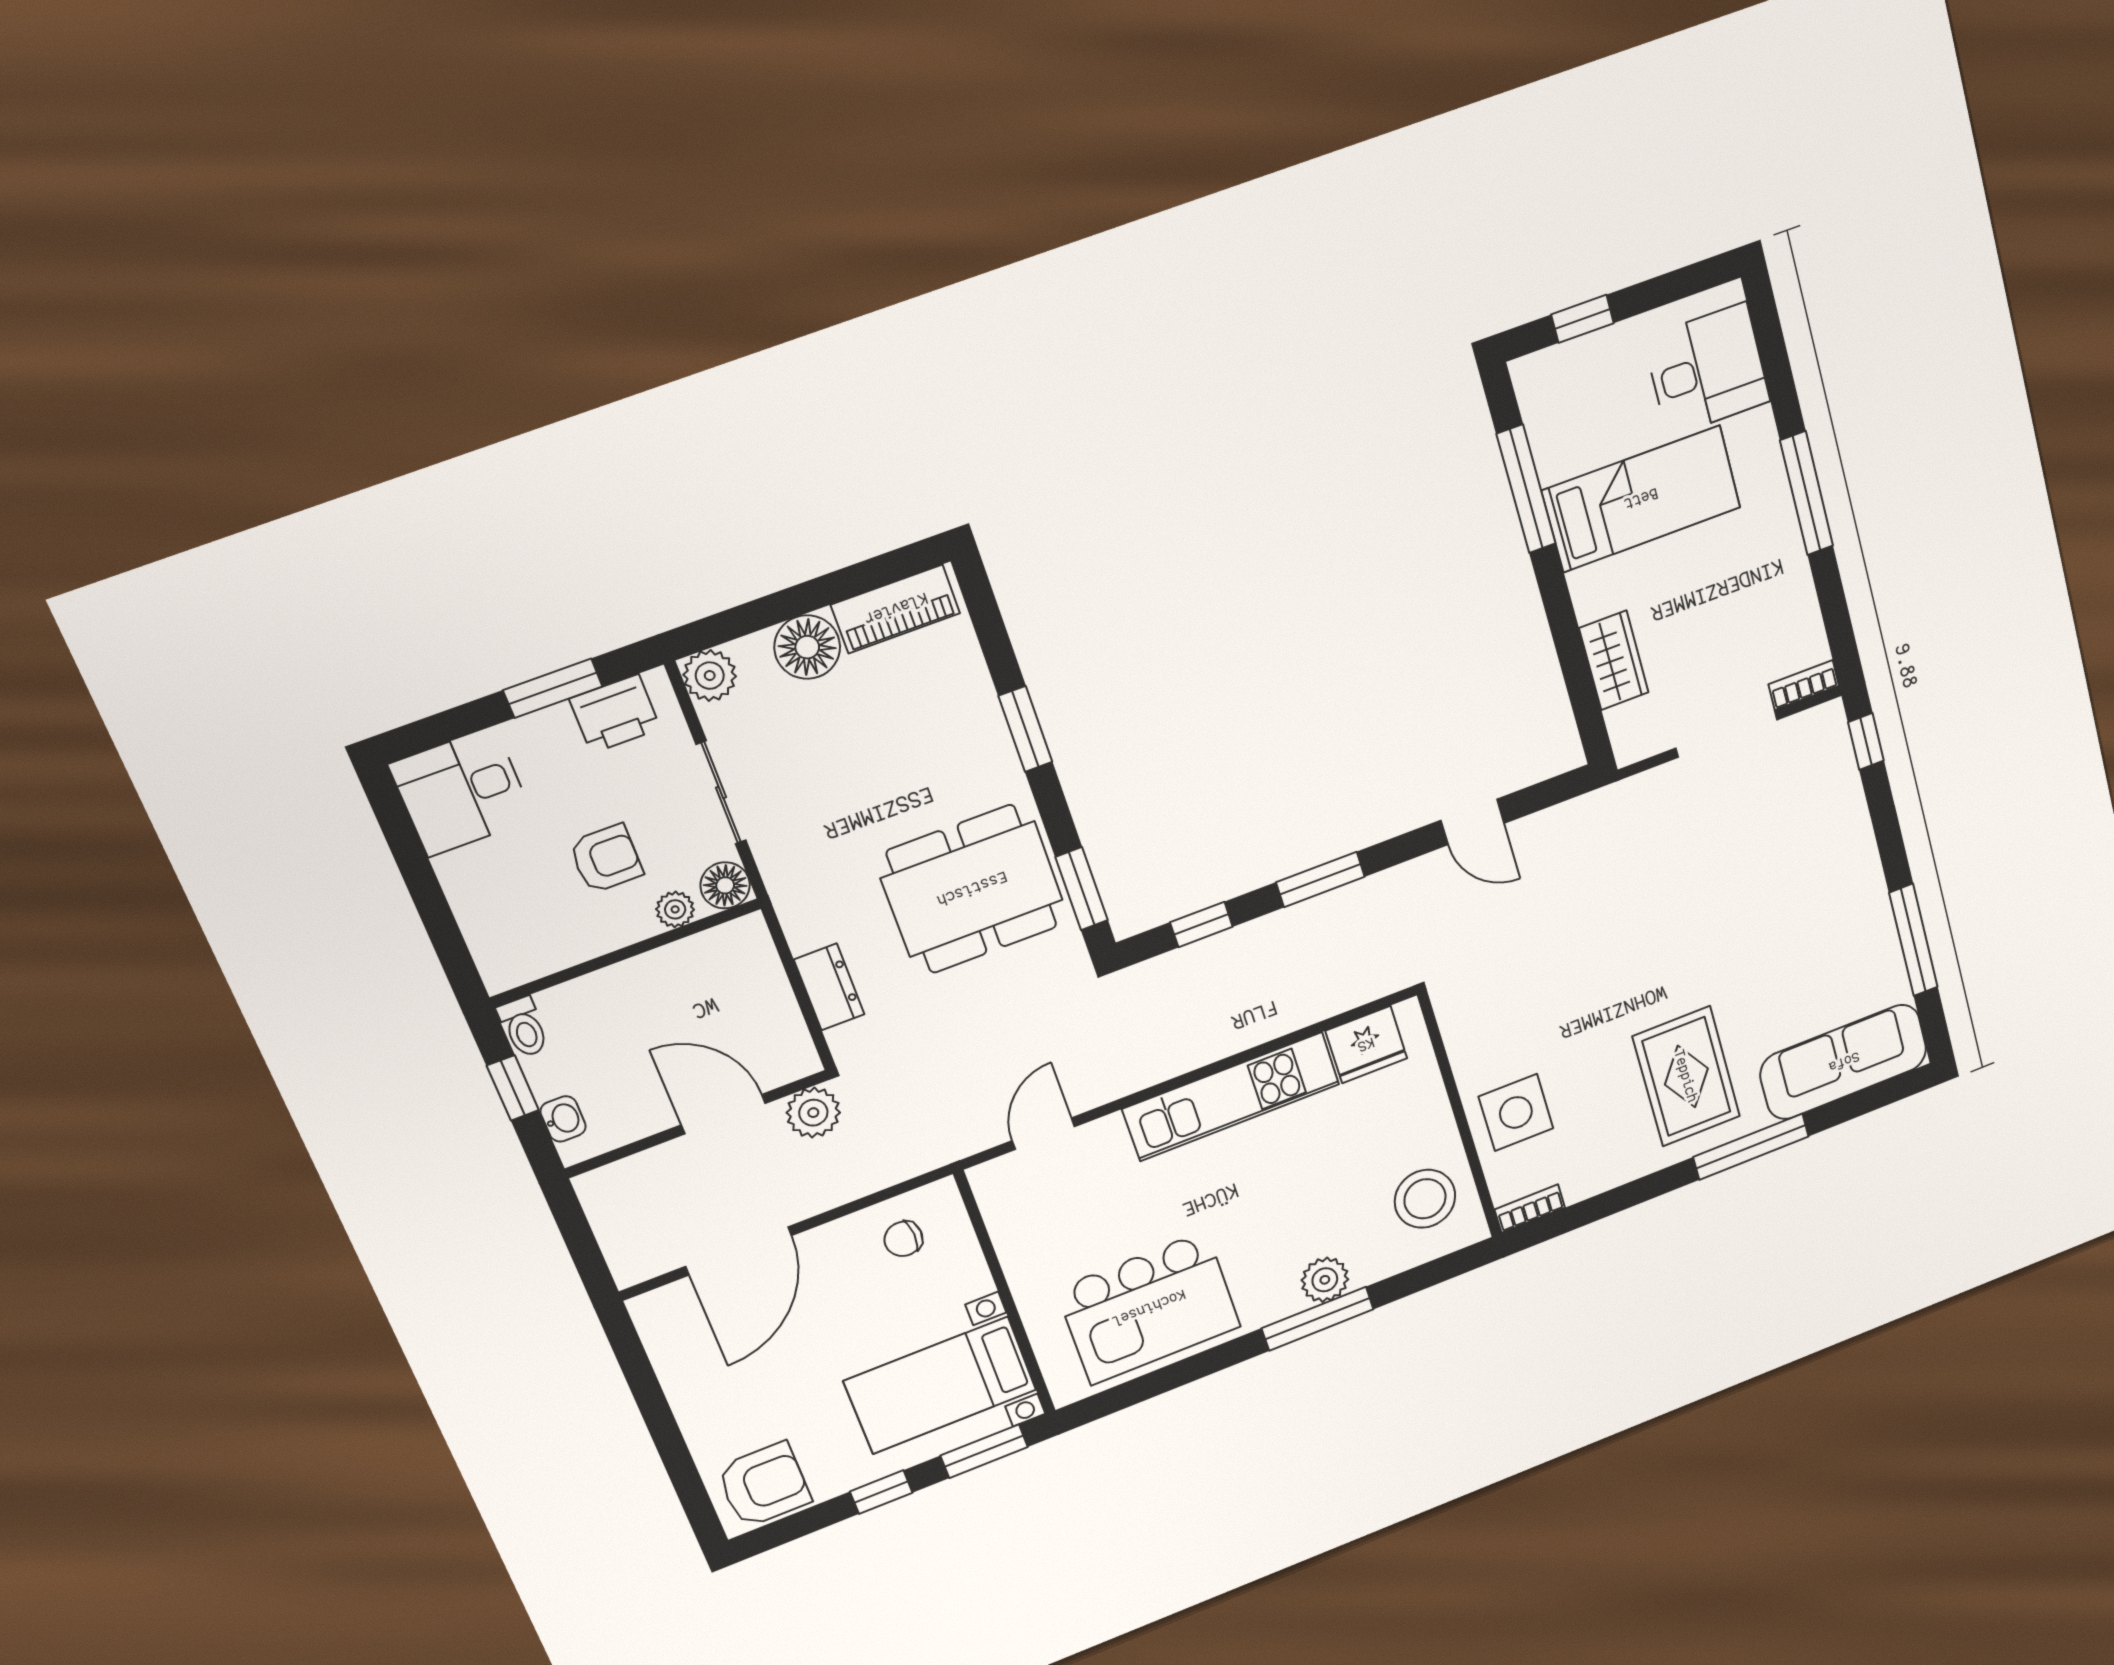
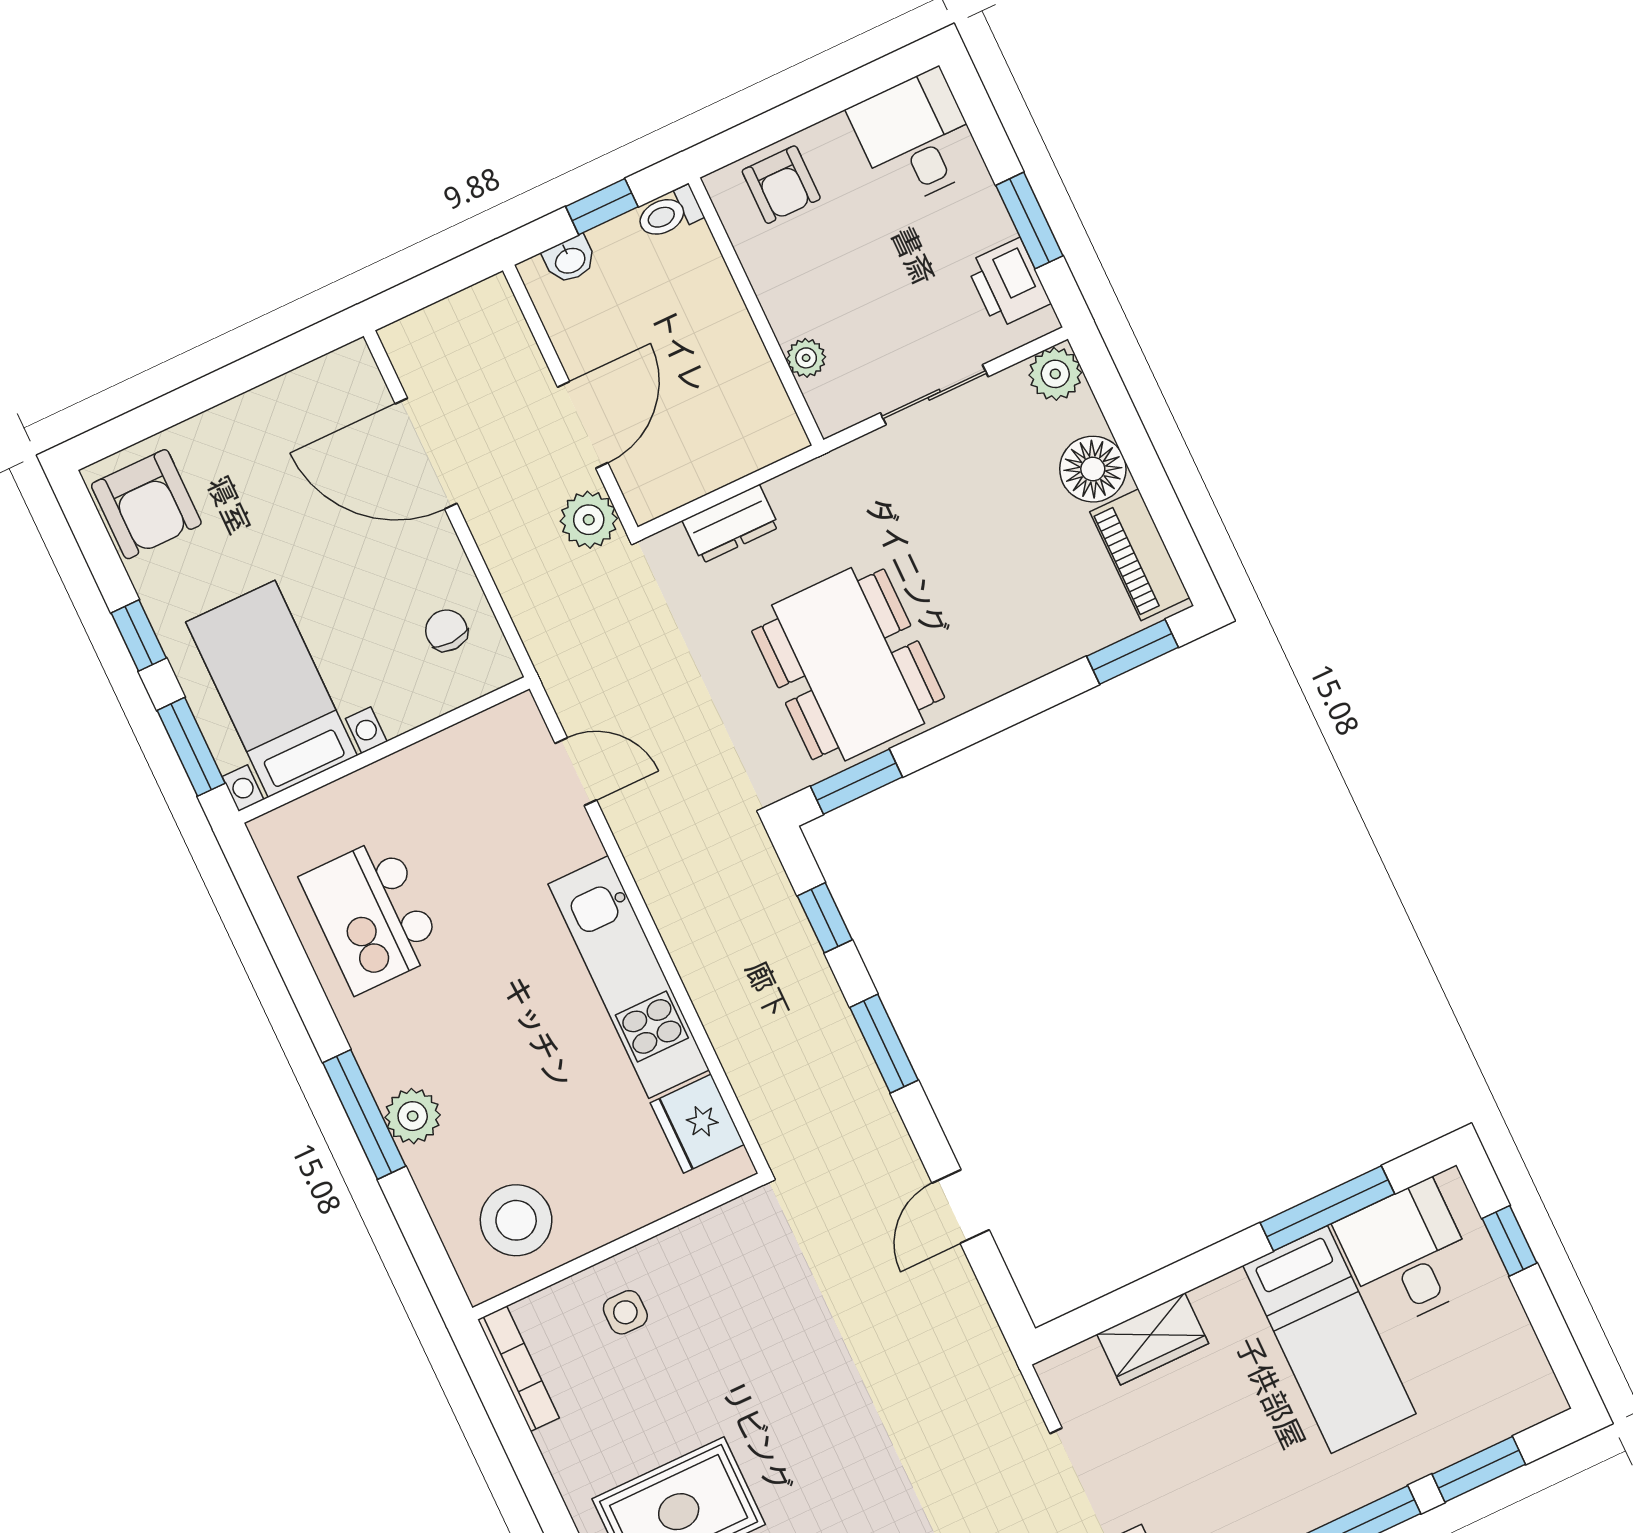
desk: (1707, 370) -> (1407, 1254), moved, turned 180
window: (1778, 372) -> (1479, 1469), added
window: (1025, 729) -> (1132, 652), moved
armchair: (606, 859) -> (781, 185), moved
floor lamp: (725, 885) -> (835, 407), removed
side table: (1516, 1112) -> (625, 1312), width x0.54, depth x0.54
bookcase: (1530, 1209) -> (518, 1369), width x1.56
kitchen island: (1149, 1308) -> (372, 915), width x0.73, depth x0.78

